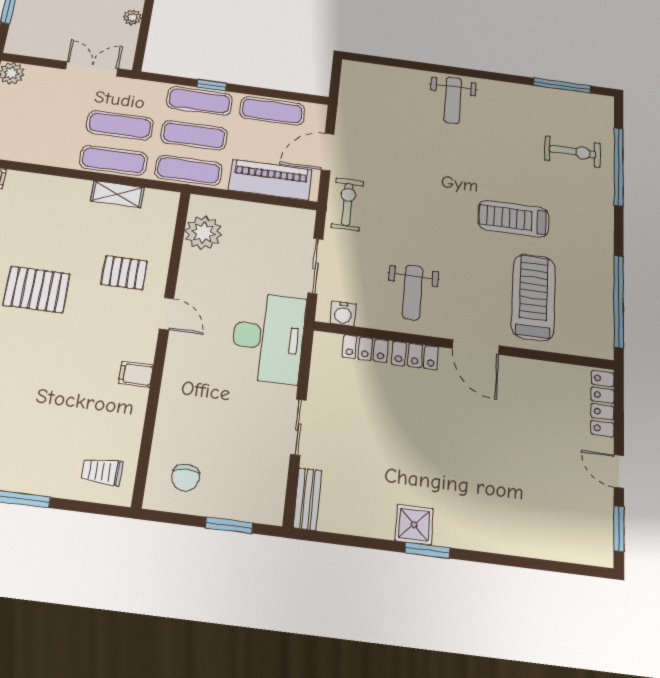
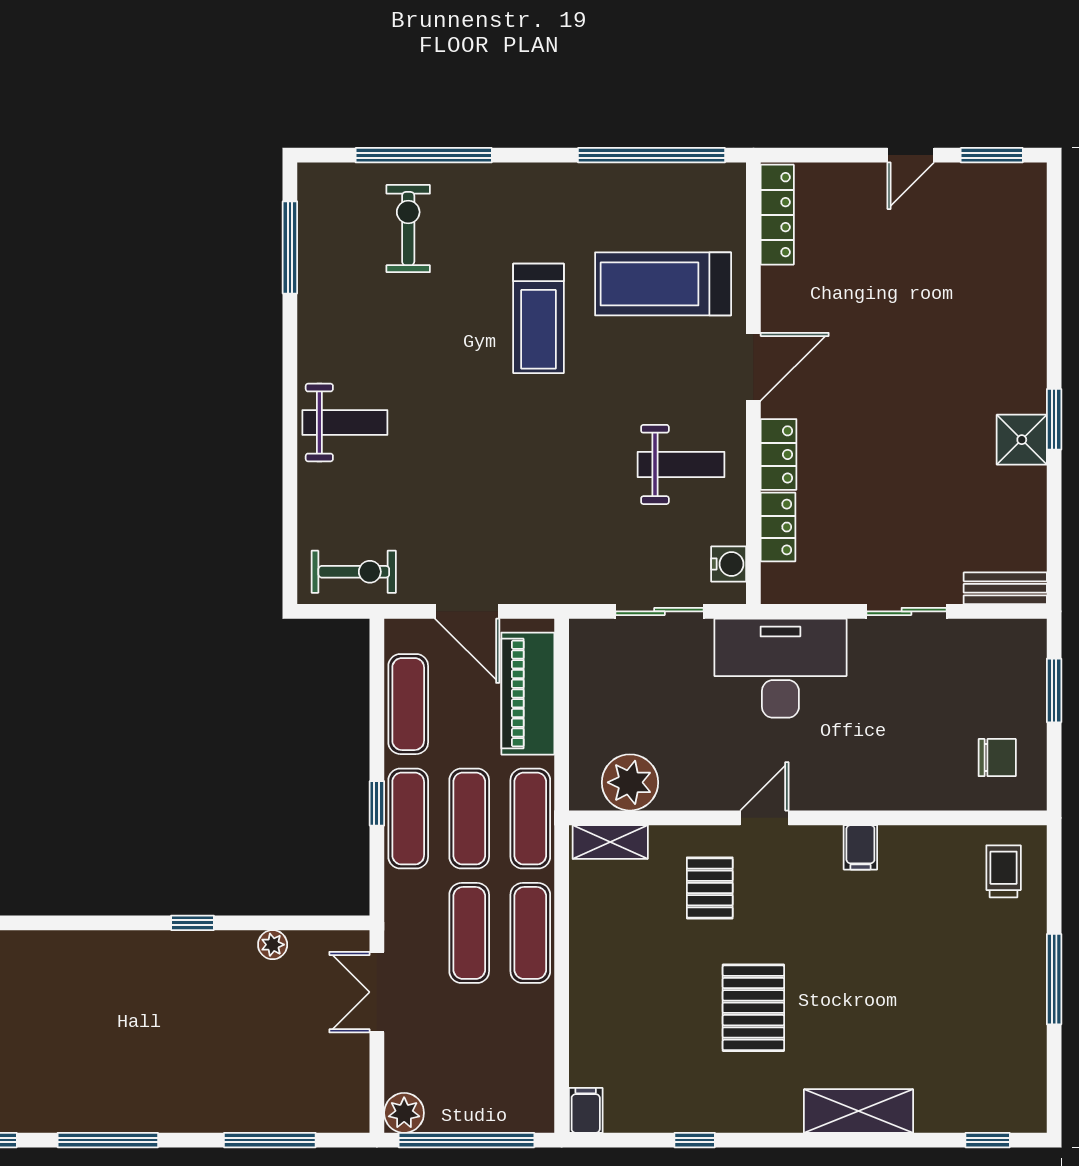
shelving: (117, 194) -> (610, 842), moved, turned 90
exercise bike: (347, 204) -> (354, 572), moved, turned 180
locker: (603, 403) -> (777, 215), moved, turned -90
trolley: (102, 472) -> (1004, 871), turned 180

